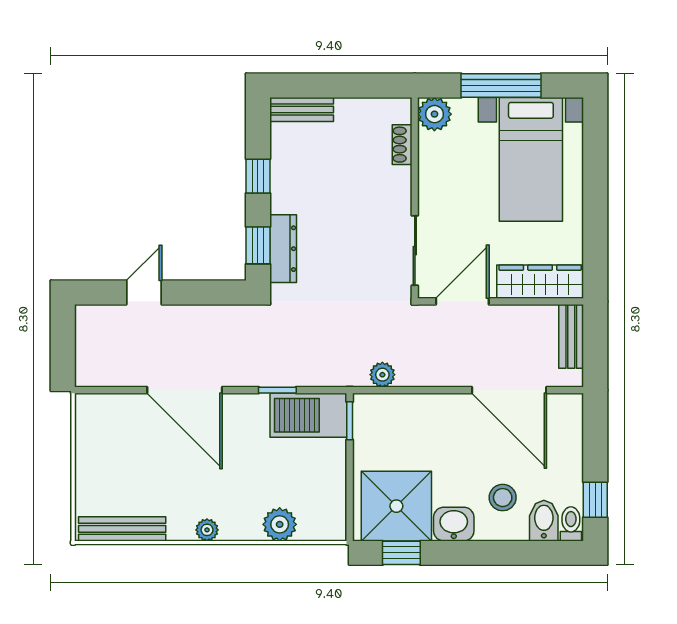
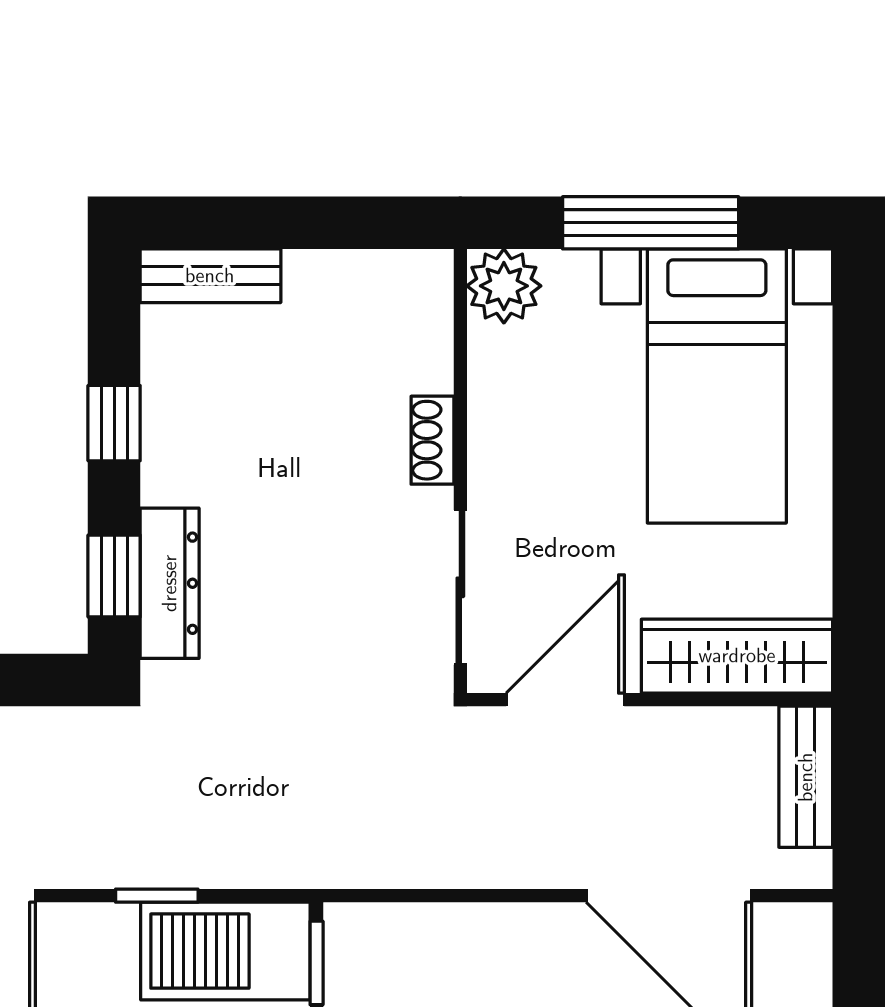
shoe rack: (402, 145) -> (432, 440), moved
plant: (382, 375) -> (389, 861), removed

